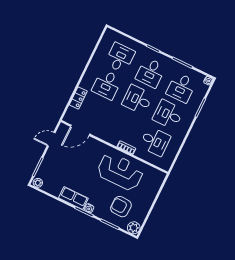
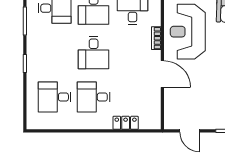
desk: (151, 73) -> (55, 53), removed
desk: (107, 85) -> (94, 97), turned 180
door: (80, 130) -> (162, 74), moved

